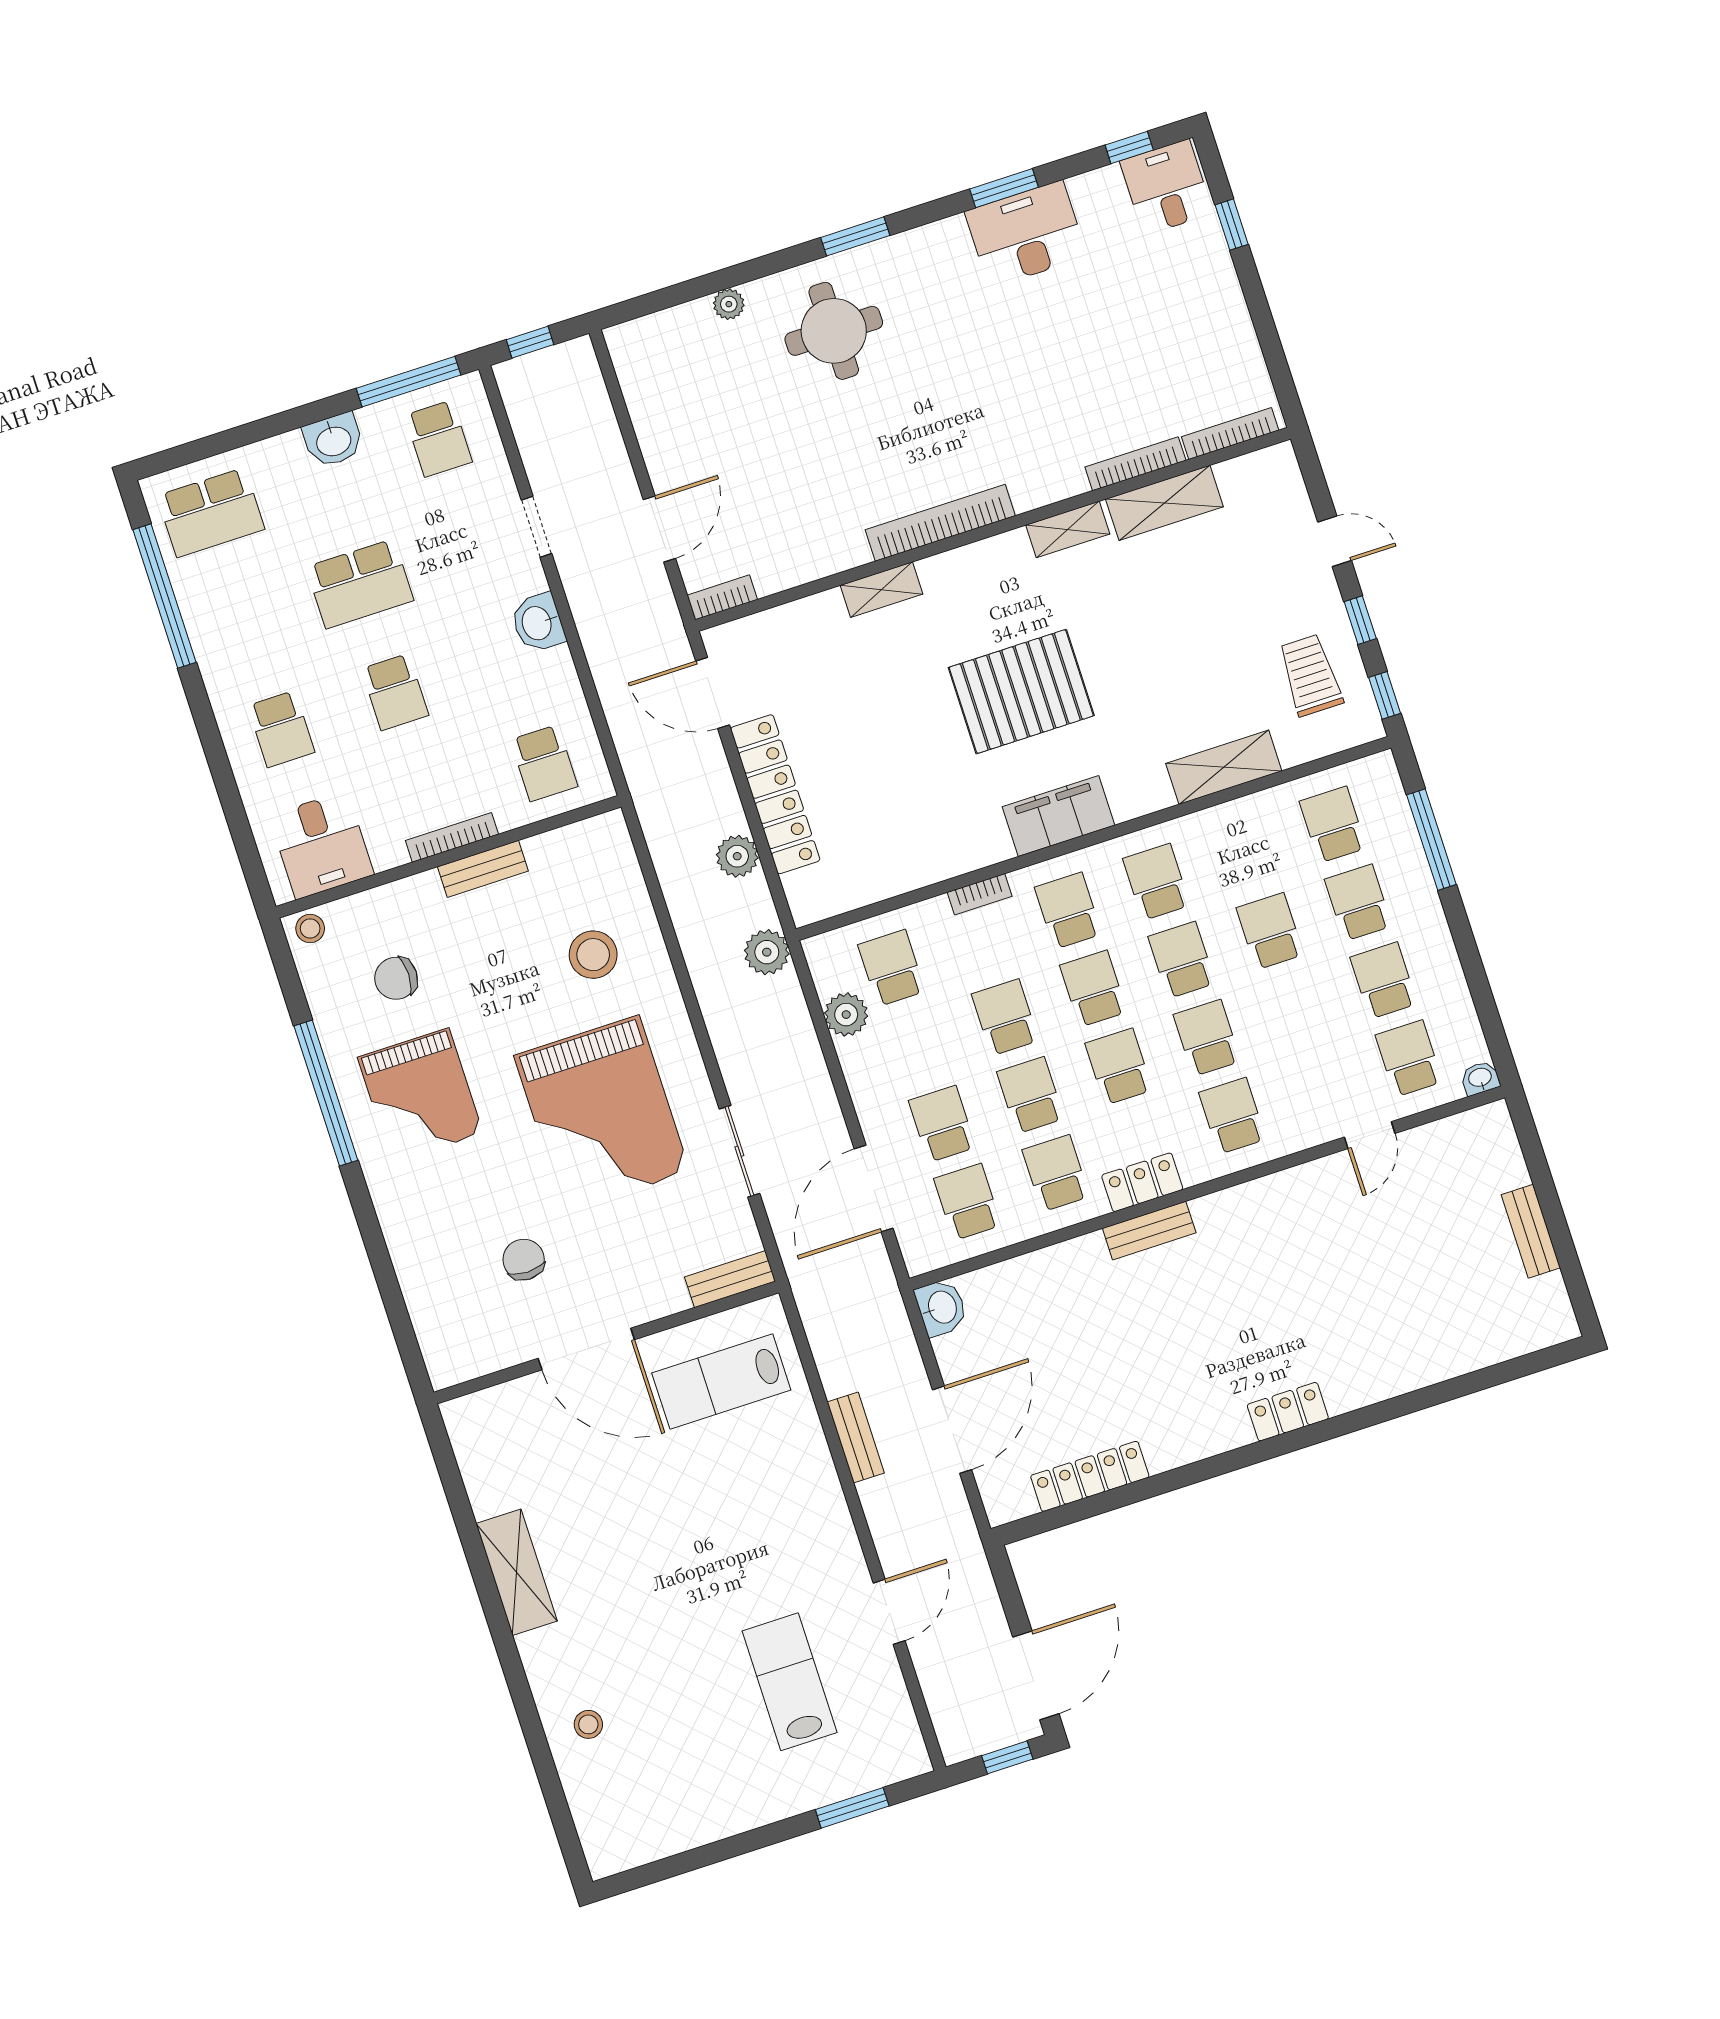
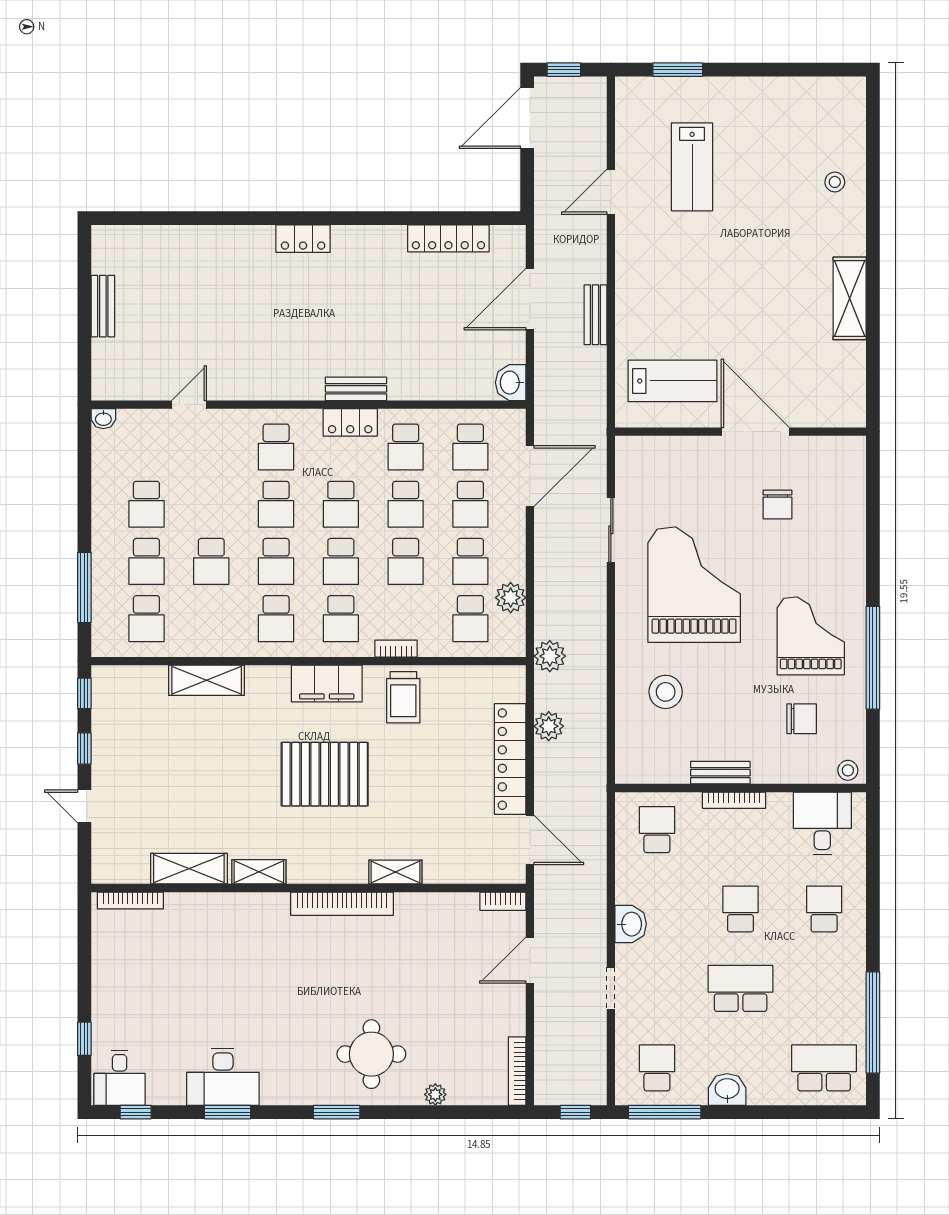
bookcase: (1135, 464) -> (517, 1071), moved, turned 90
trolley: (1310, 675) -> (403, 697), moved
school desk: (1409, 1058) -> (470, 561), moved
bench: (730, 1279) -> (645, 447), removed

